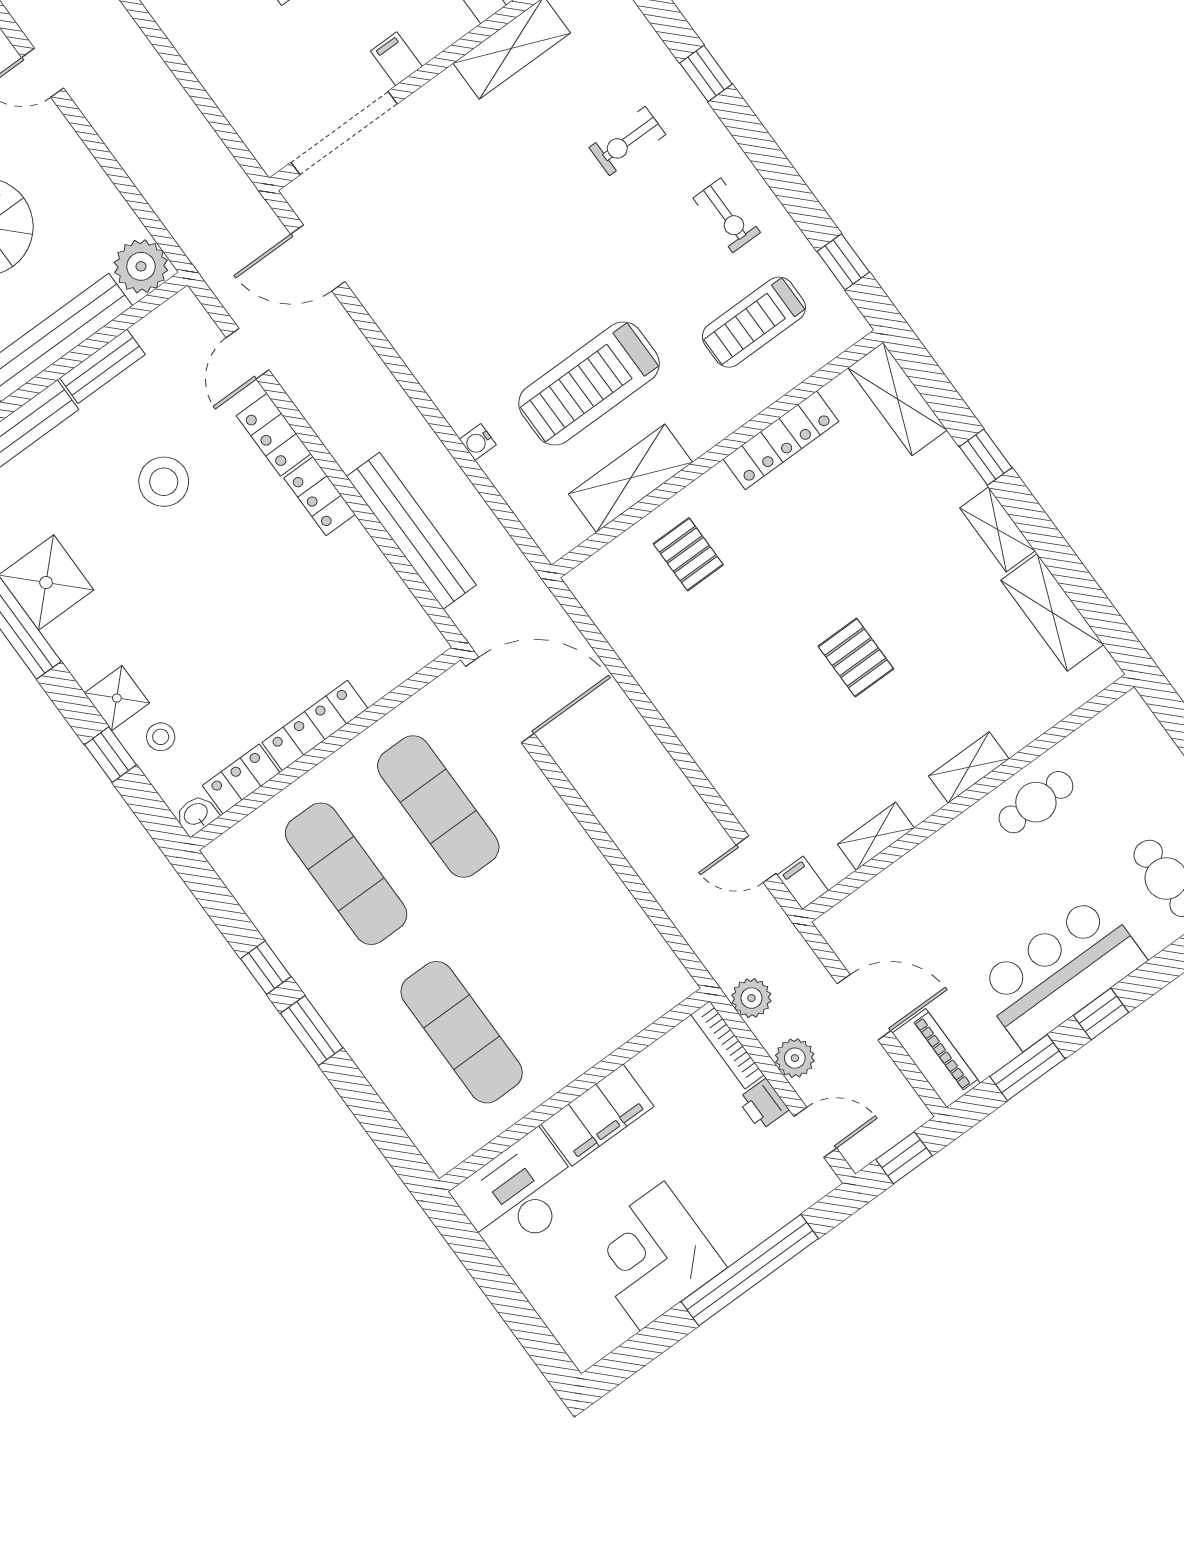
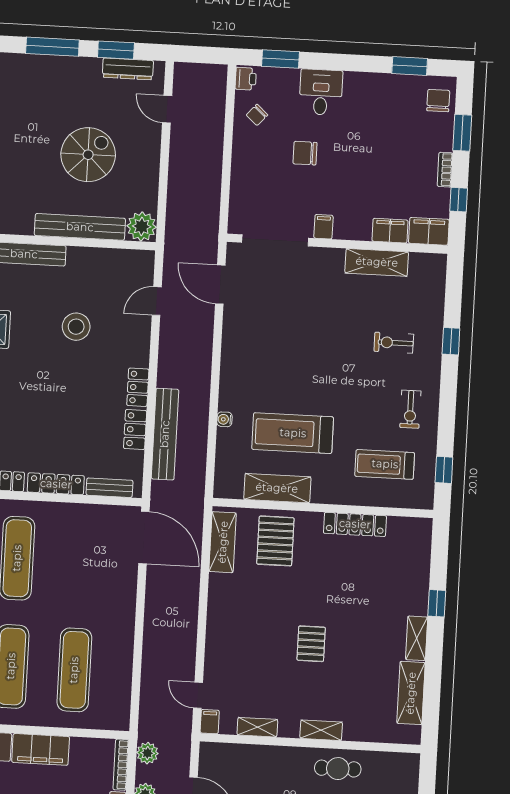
bench: (102, 366) -> (109, 488), moved
shelving: (898, 399) -> (223, 542), moved
locker: (274, 435) -> (135, 429), moved
pallet: (688, 554) -> (275, 541), width x1.50, depth x1.42
exercise mat: (438, 807) -> (74, 670), moved

